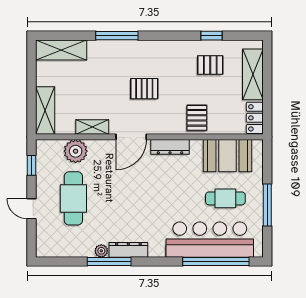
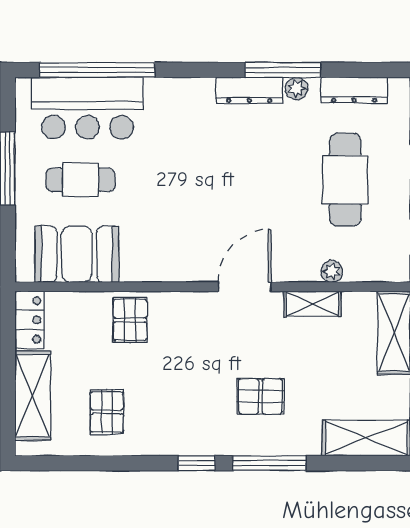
window: (212, 36) -> (197, 463), moved
pallet: (210, 65) -> (107, 412), turned 90
pallet: (144, 89) -> (260, 396), moved
dresser: (170, 147) -> (354, 90), moved, turned 180
plant: (76, 151) -> (332, 271), width x0.53, depth x0.53
bar counter: (210, 240) -> (87, 108), width x0.73

